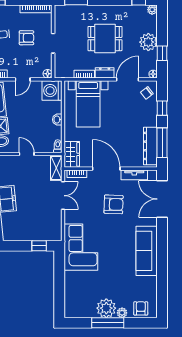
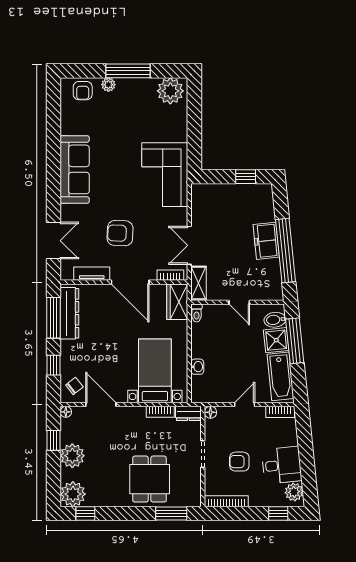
plant: (152, 10) -> (73, 494), width x1.88, depth x1.88
dining table: (105, 39) -> (150, 479), moved, turned 90
dresser: (105, 73) -> (188, 413), moved
door: (128, 79) -> (101, 405), swing flipped
washing machine: (52, 91) -> (204, 389), removed
washbasin: (57, 120) -> (197, 367), moved
double door: (162, 199) -> (54, 241), width x0.73
window: (39, 246) -> (246, 177), moved
plant: (106, 308) -> (170, 91), moved

